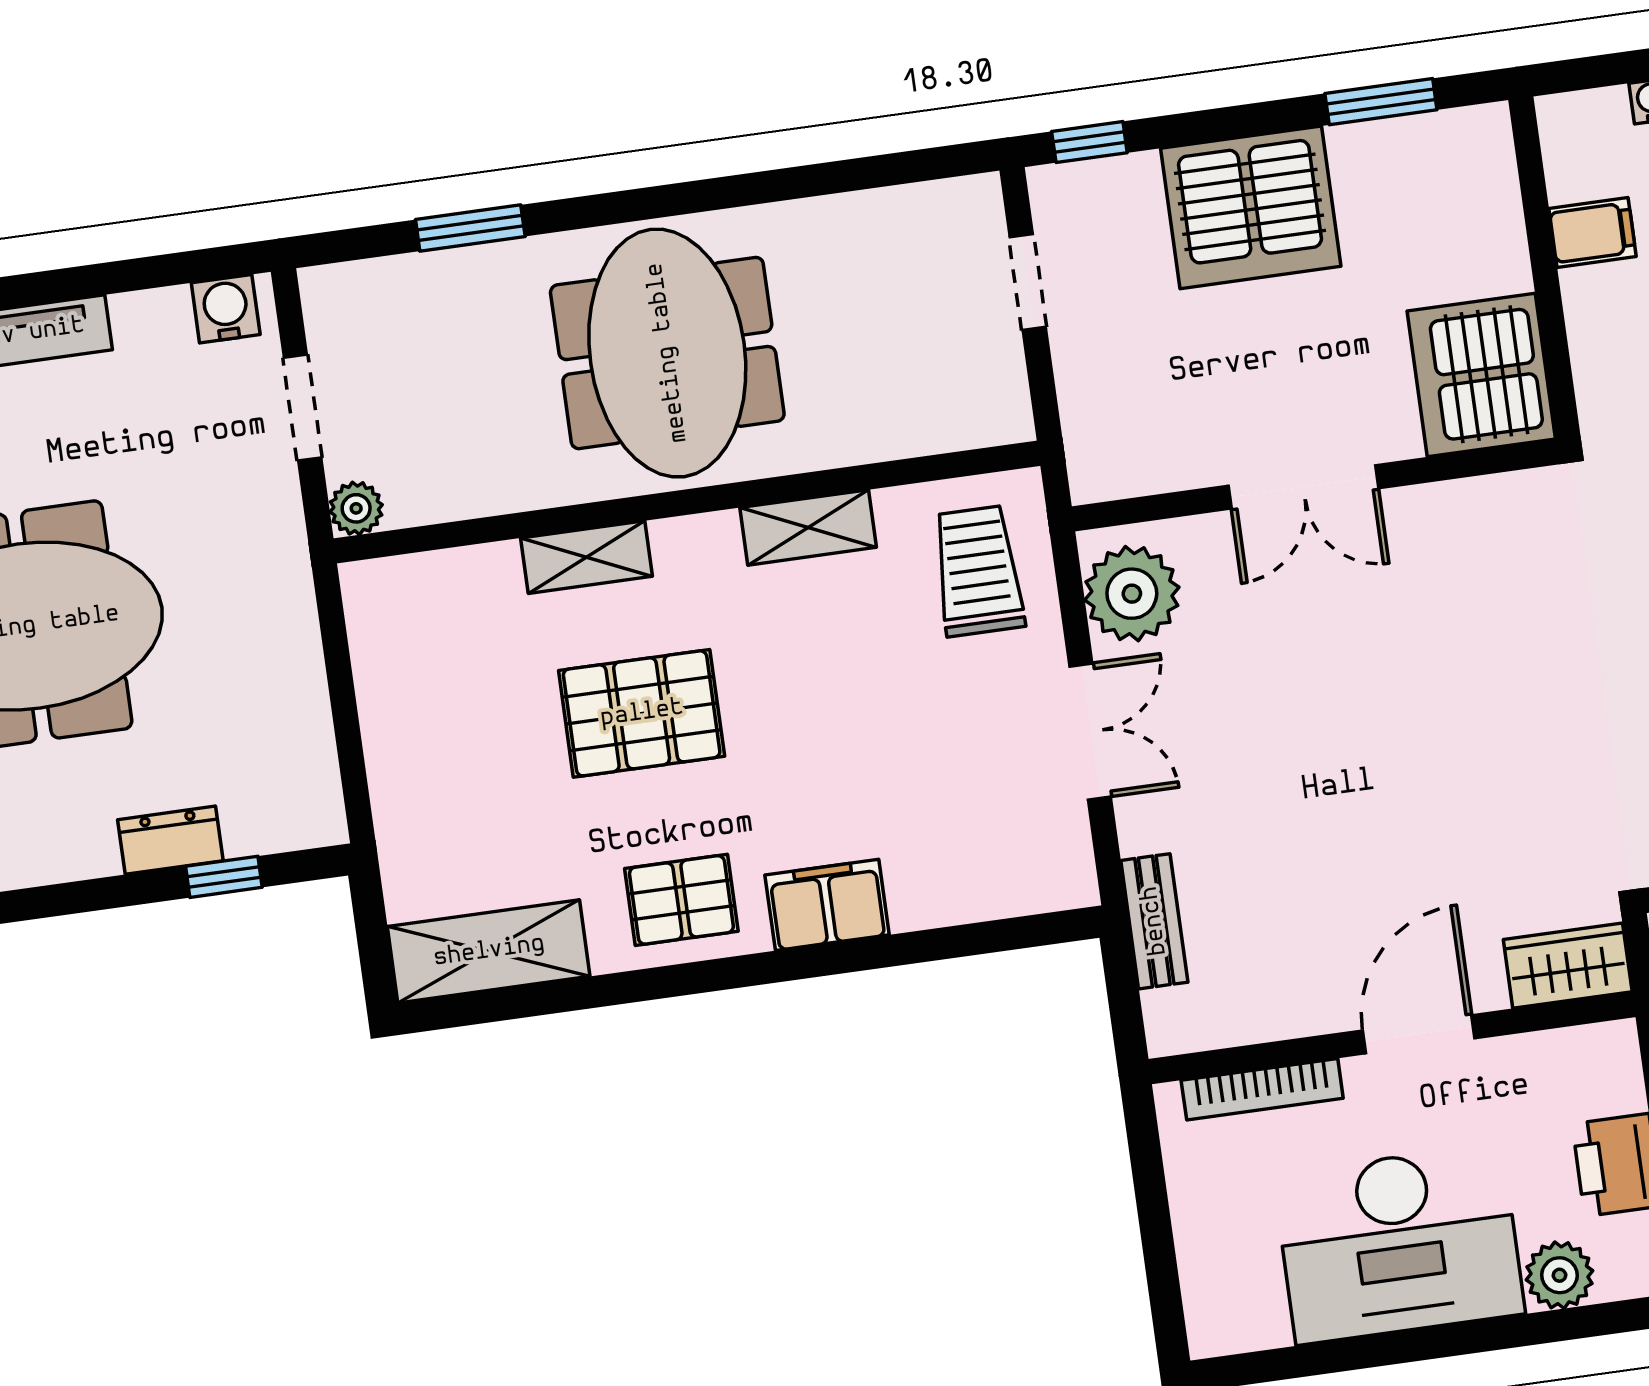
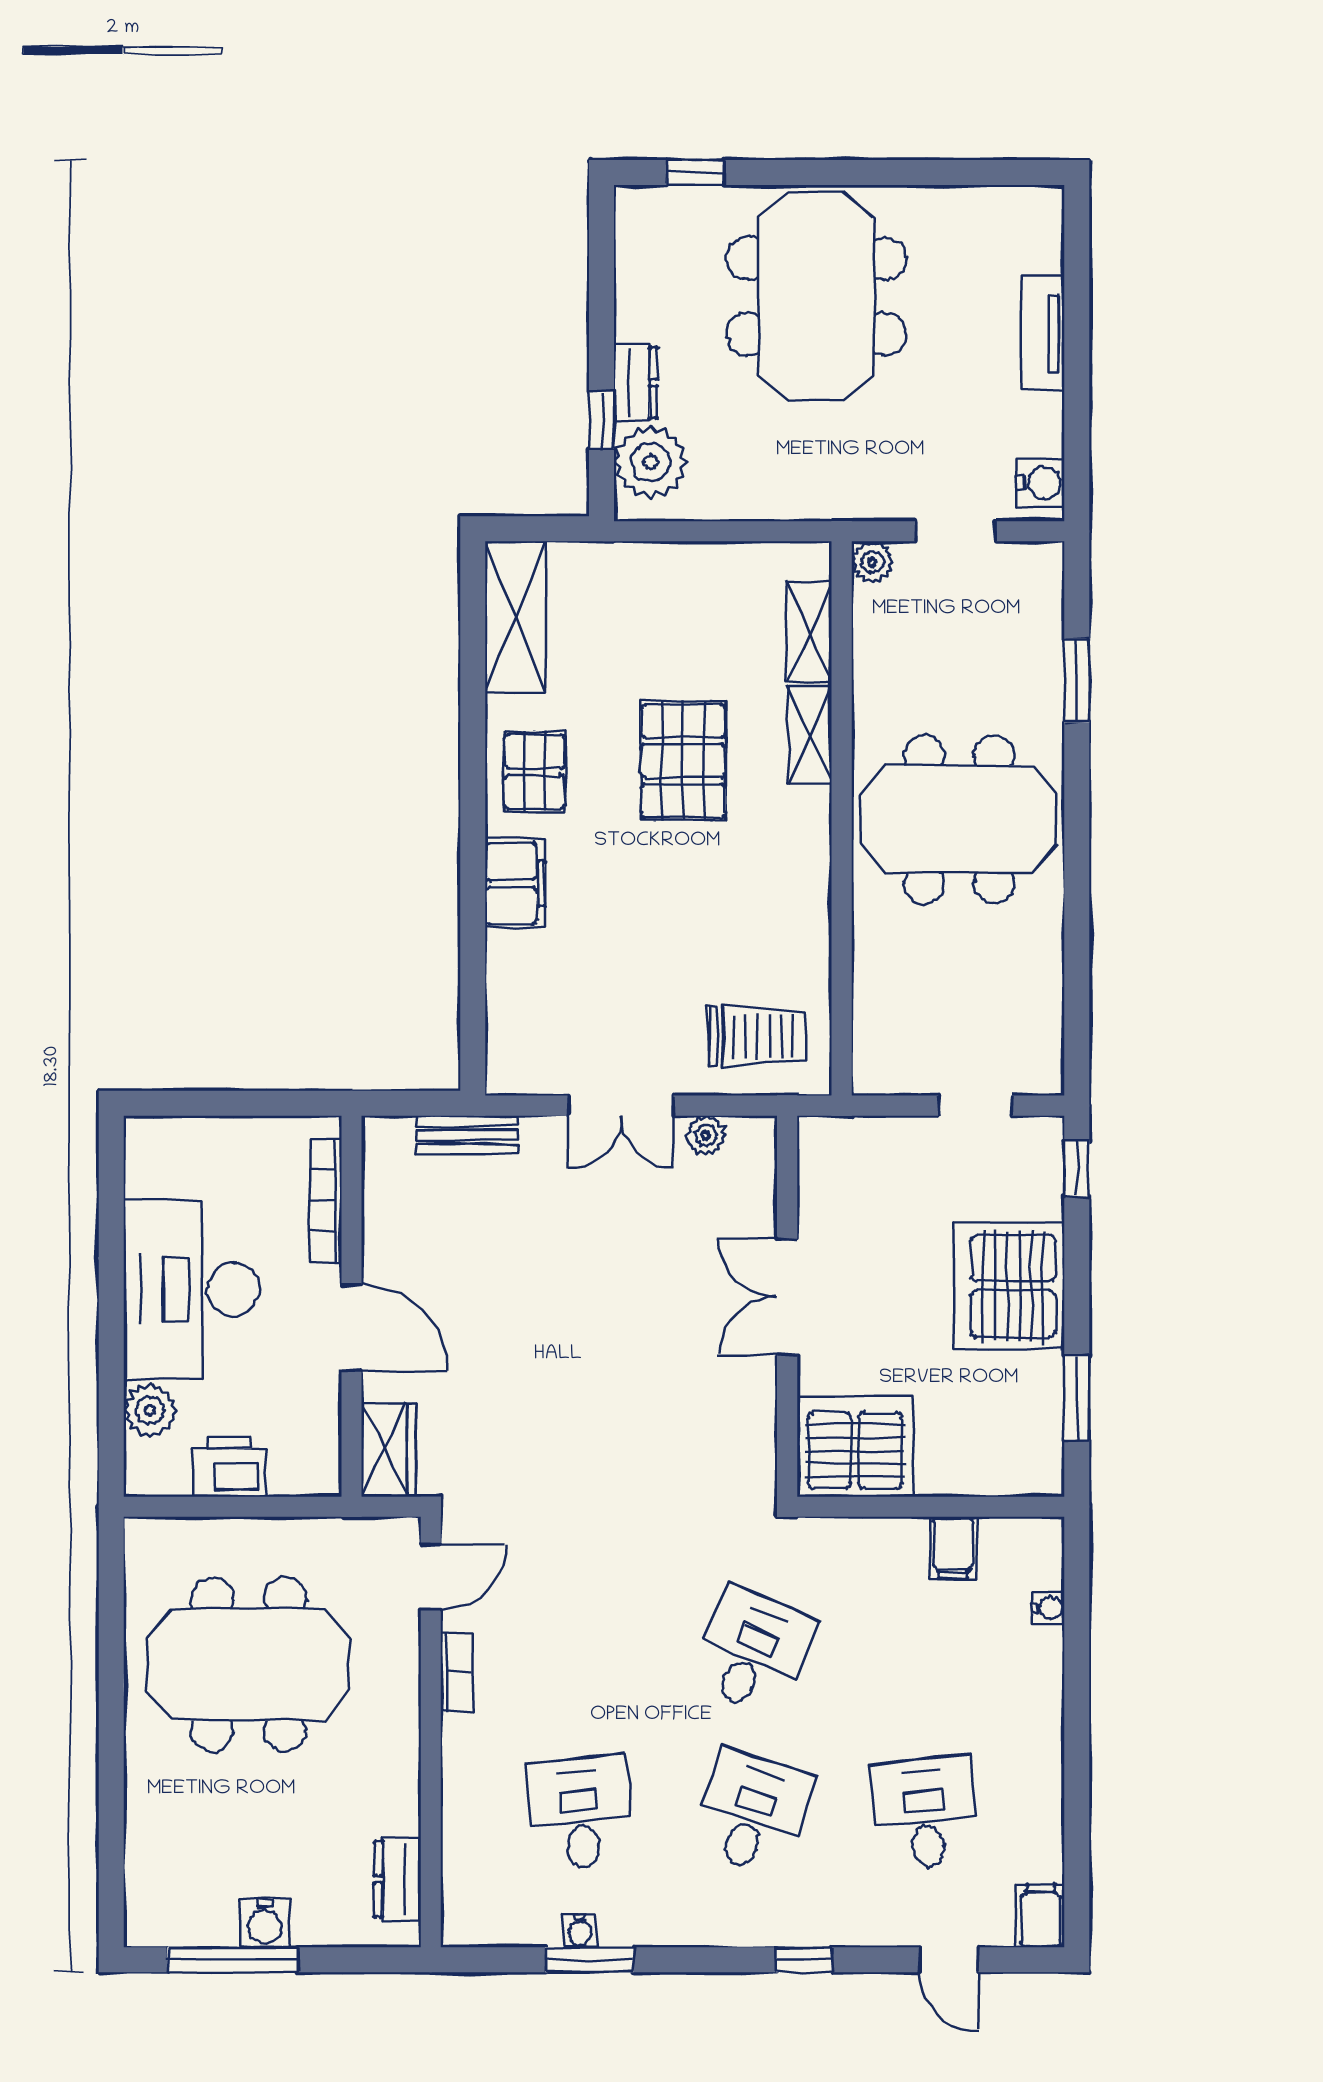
shelving: (808, 527) -> (809, 632), moved
plant: (1132, 594) -> (706, 1135), width x0.53, depth x0.53
plant: (268, 807) -> (651, 462), added

